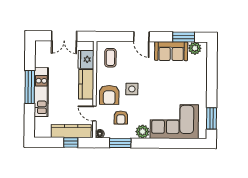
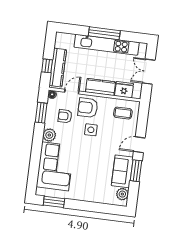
window: (184, 37) -> (136, 171), moved
kitchen unit: (41, 92) -> (107, 45), width x1.36

